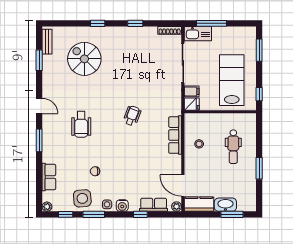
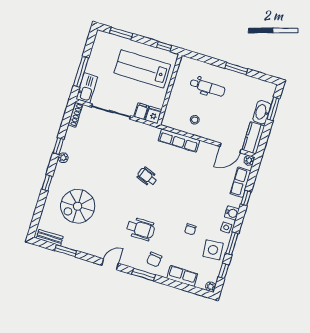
plant: (126, 31) -> (63, 158), added
chair: (56, 146) -> (154, 259), added

